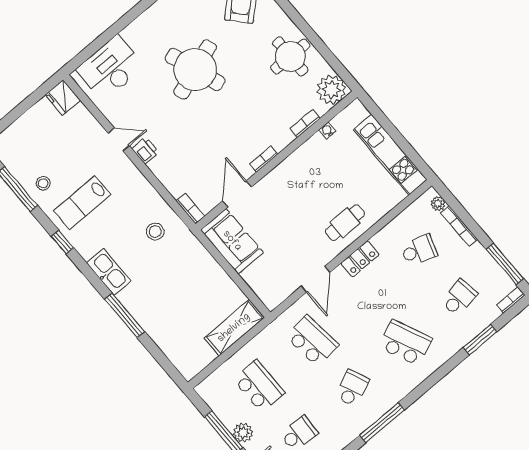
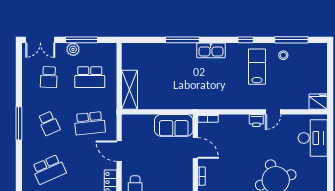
stool: (155, 231) -> (211, 91), removed

